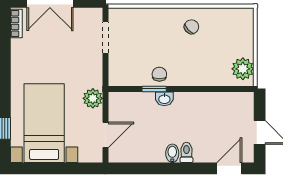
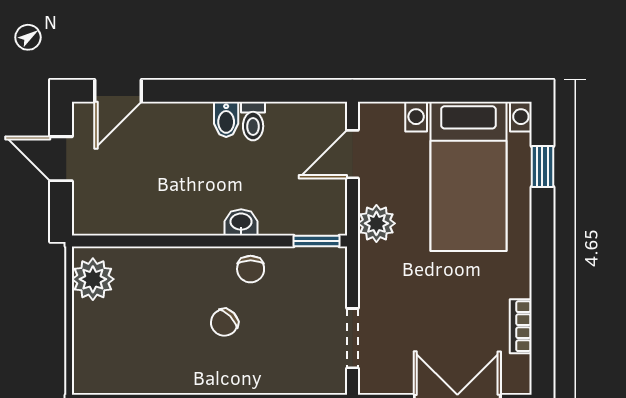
bookcase: (16, 23) -> (521, 326), moved
chair: (191, 27) -> (224, 322), moved
window: (154, 89) -> (317, 241), moved
toilet: (186, 152) -> (253, 121), moved

